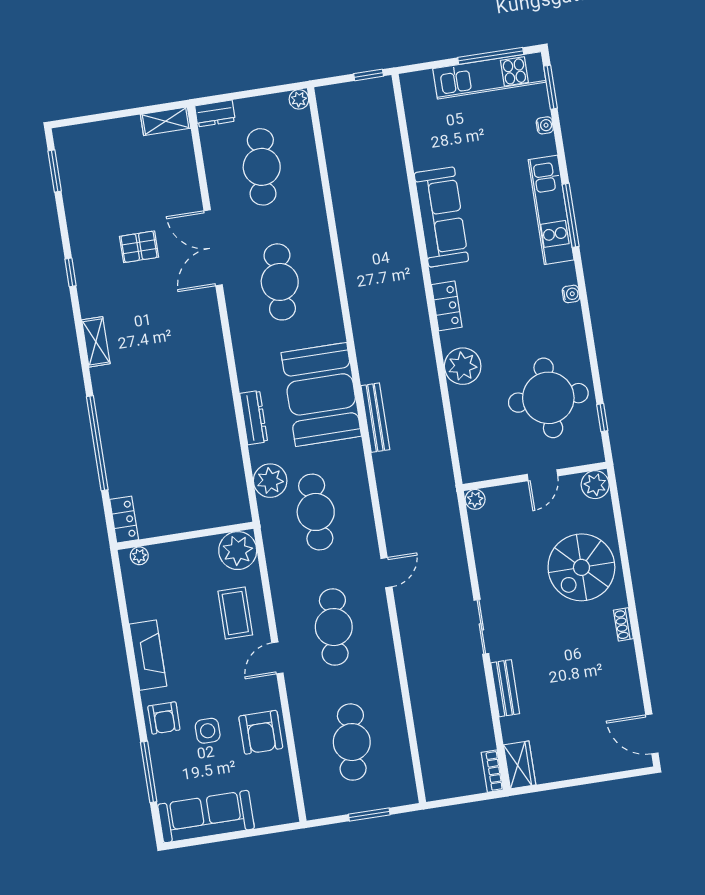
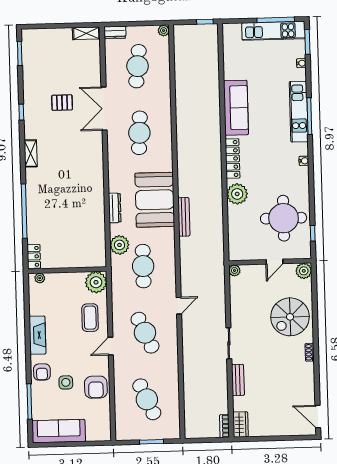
locker: (447, 306) -> (232, 159), width x1.53
cafe table: (334, 627) -> (145, 333), turned -30
cafe table: (352, 742) -> (147, 399), turned -30

